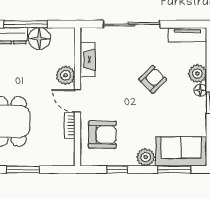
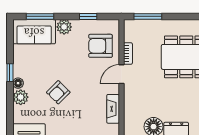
plant: (66, 75) -> (131, 96), removed
door: (78, 101) -> (121, 74), swing flipped
window: (23, 169) -> (148, 16), moved

